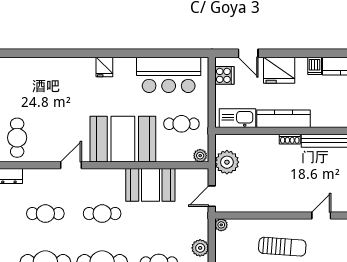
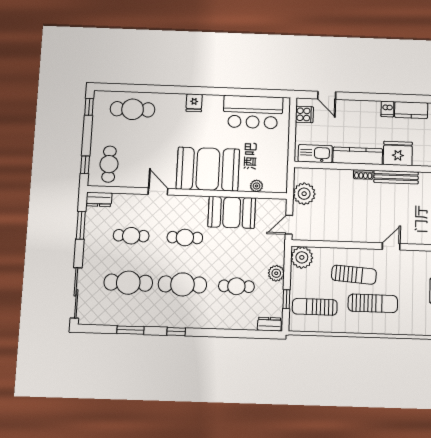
fridge: (279, 70) -> (398, 153), moved, turned 180
cafe table: (181, 124) -> (133, 109), moved, width x1.37, depth x1.35
plant: (200, 156) -> (256, 186), moved
door: (71, 165) -> (158, 191), hinge flipped
plant: (221, 225) -> (302, 257), width x1.87, depth x1.87

